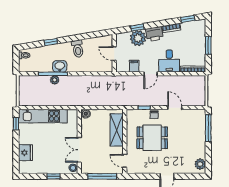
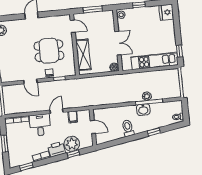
double door: (79, 150) -> (118, 43), moved
fridge: (25, 153) -> (166, 12), moved
window: (102, 176) -> (93, 9), width x0.69

